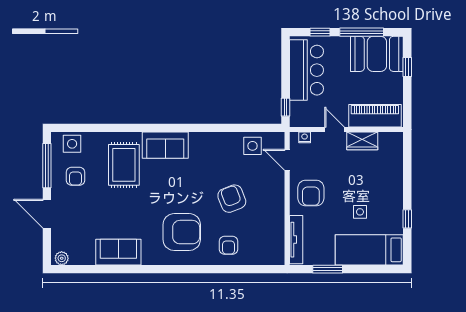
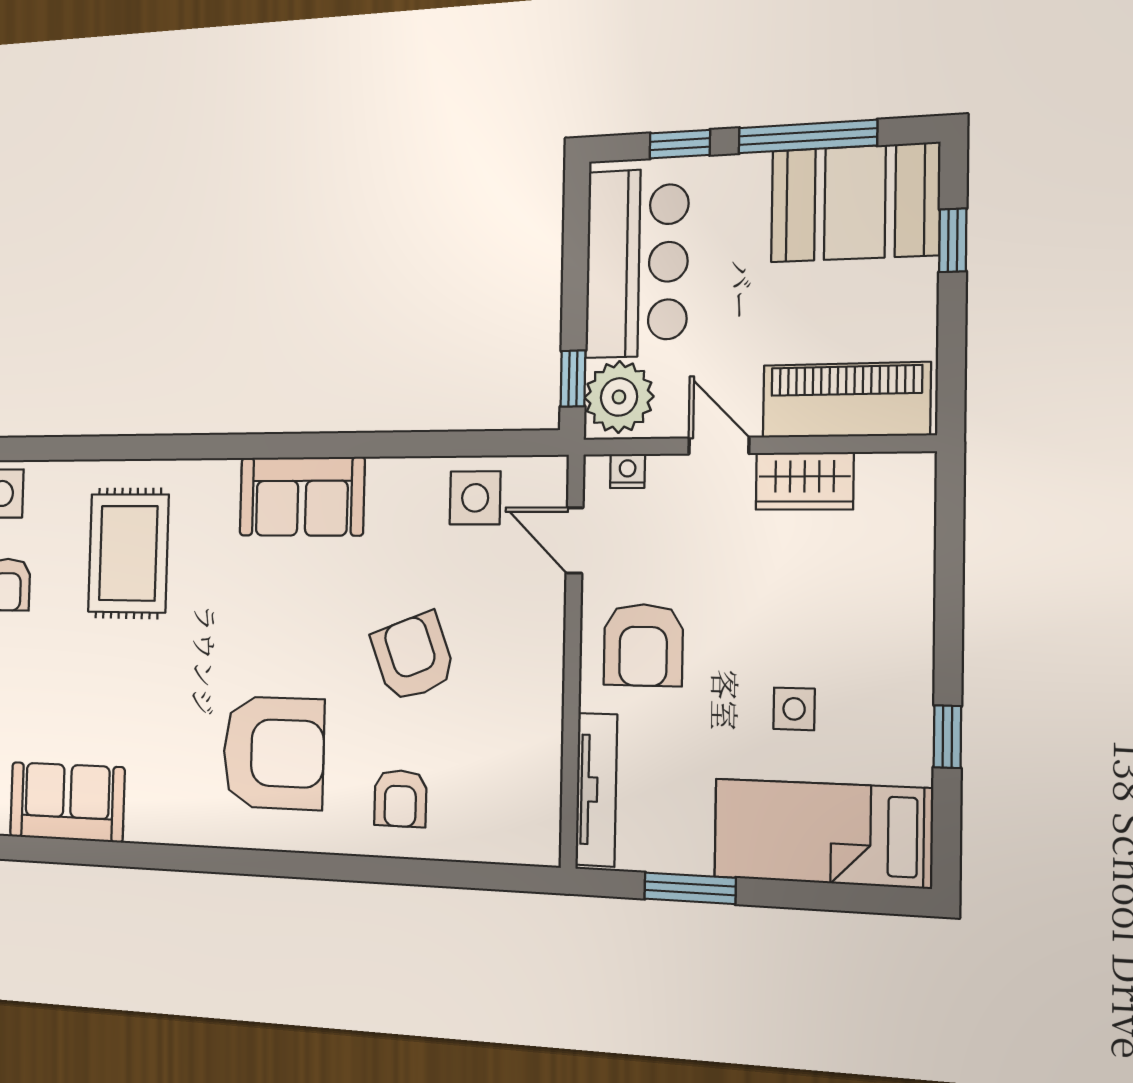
plant: (301, 113) -> (619, 397), added
sofa: (165, 145) -> (302, 496), moved
sofa: (118, 252) -> (67, 802), moved

